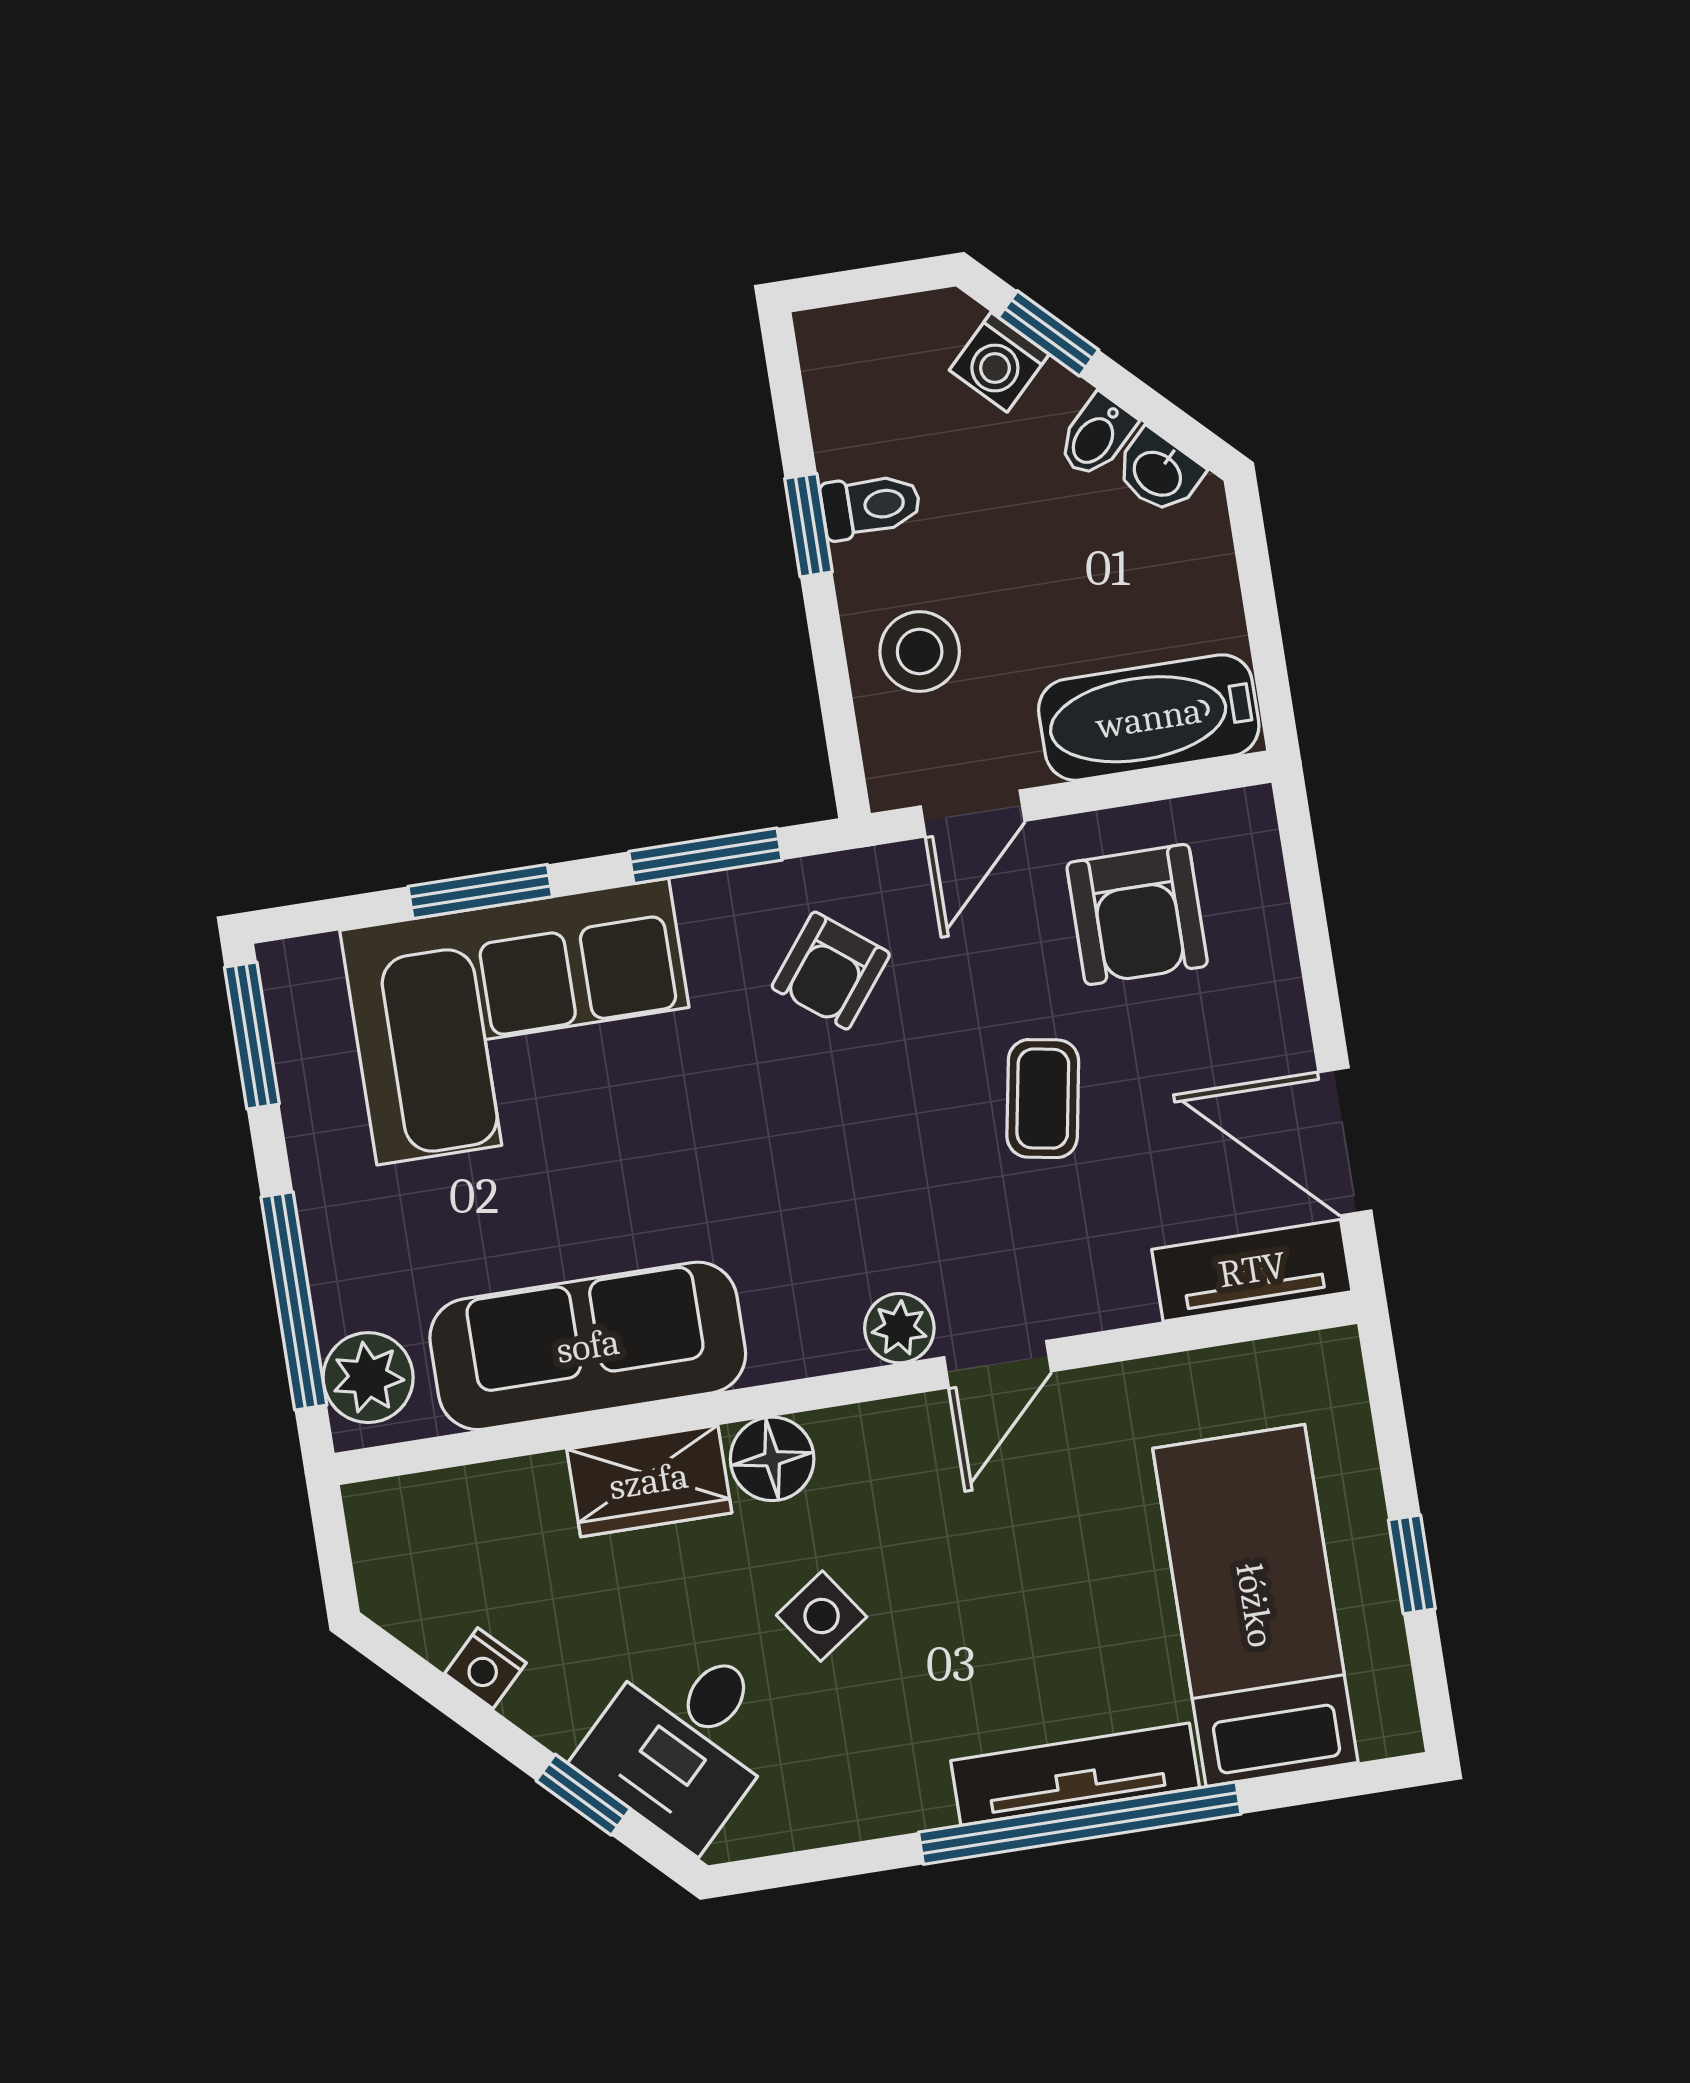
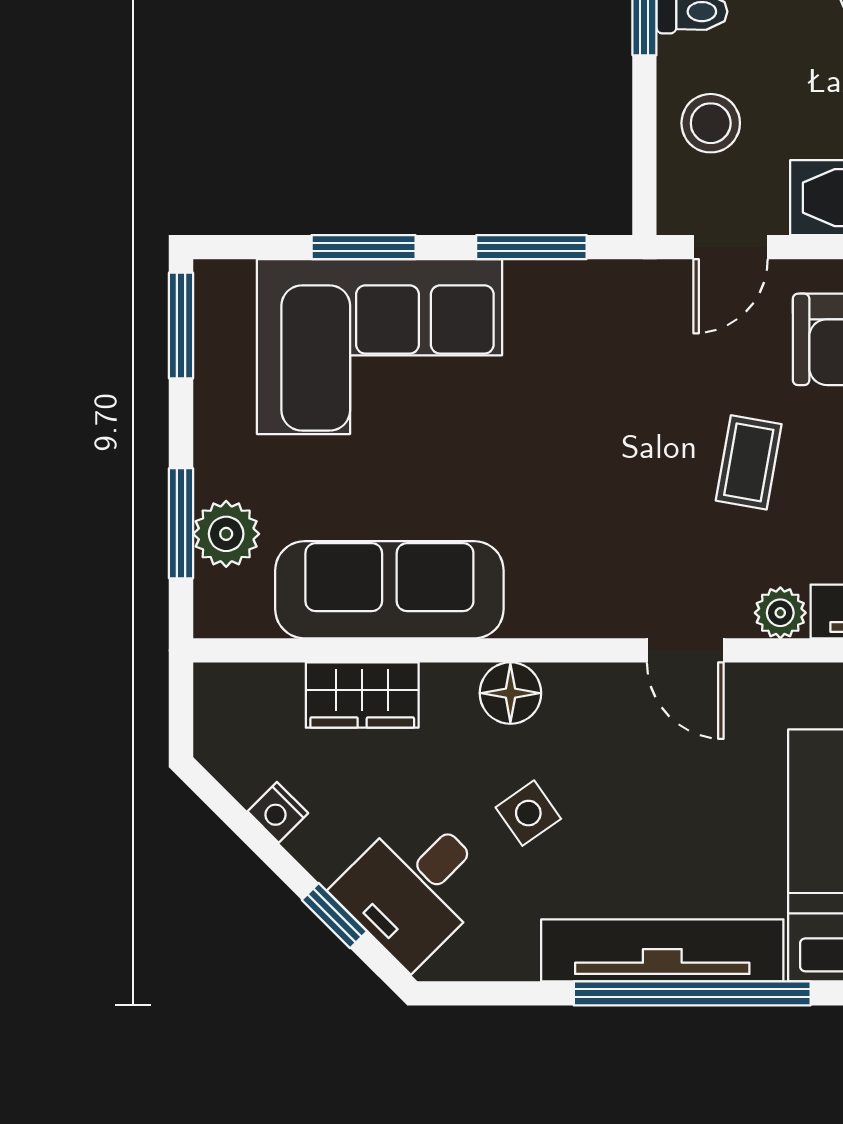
armchair: (831, 971) -> (609, 345), removed
window: (294, 1301) -> (181, 523), width x0.69
plant: (899, 1328) -> (780, 613), moved
door: (998, 1364) -> (685, 650), hinge flipped
plant: (368, 1378) -> (226, 534), moved
wardrobe: (649, 1481) -> (362, 695), moved
tv unit: (1075, 1774) -> (662, 950), width x1.36, depth x1.29

